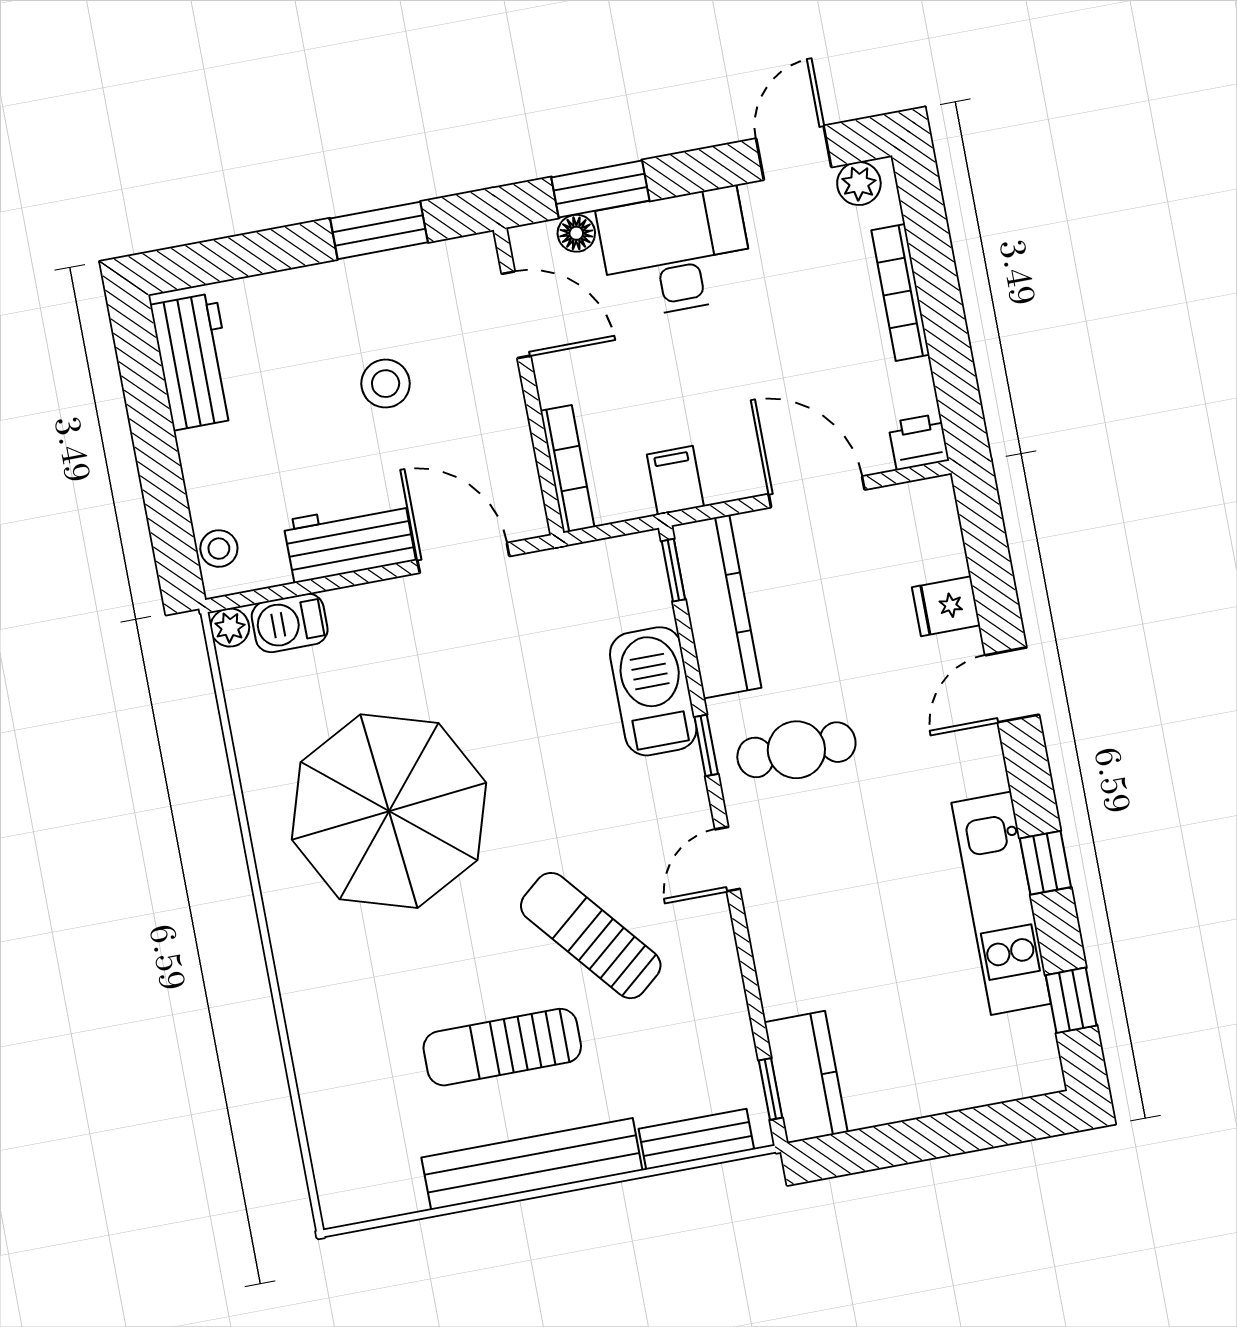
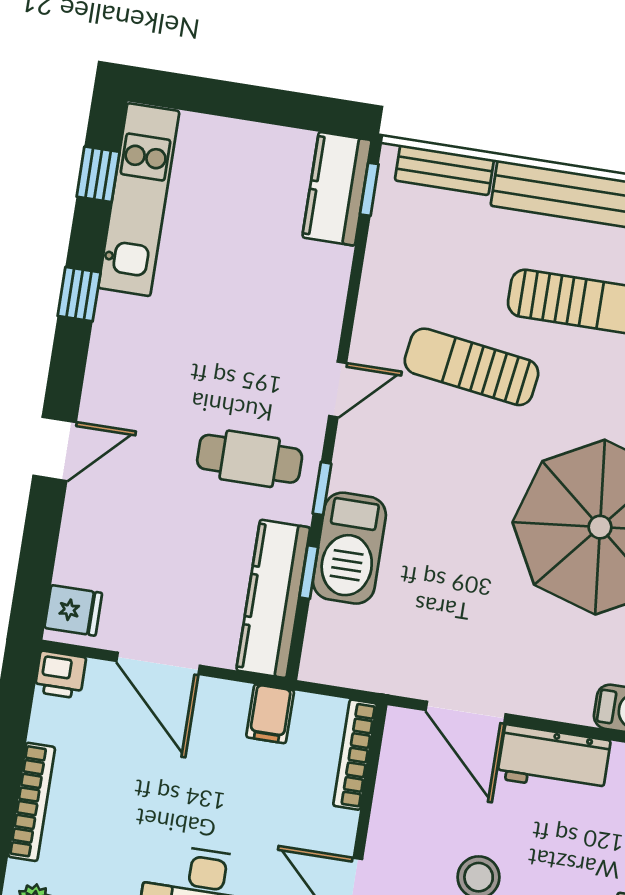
window: (673, 570) -> (309, 572), moved
fridge: (946, 606) -> (73, 610), moved
kitchen unit: (1001, 903) -> (139, 200), moved
sun lounger: (591, 936) -> (471, 367), turned 138

